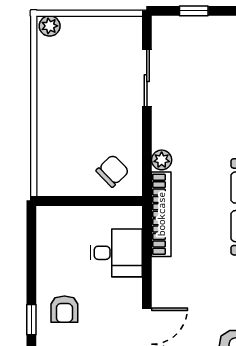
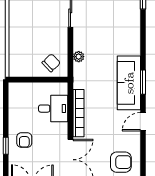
bookcase: (161, 214) -> (78, 113), moved

